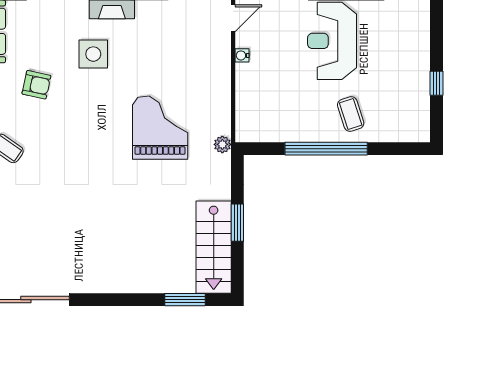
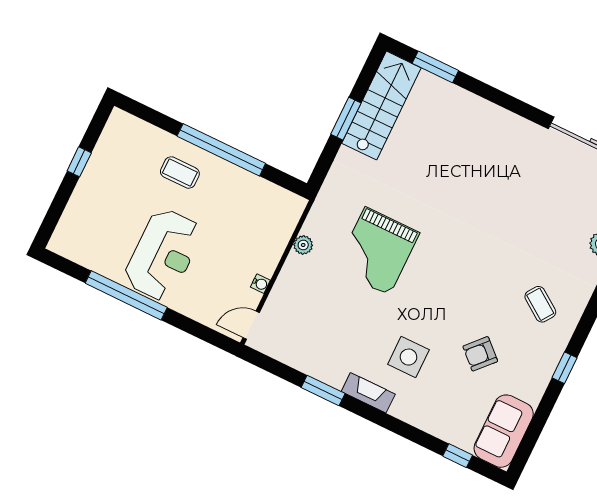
armchair: (36, 85) -> (480, 354), turned -59
coffee table: (351, 114) -> (180, 173), turned -72
plant: (222, 144) -> (303, 245), moved

